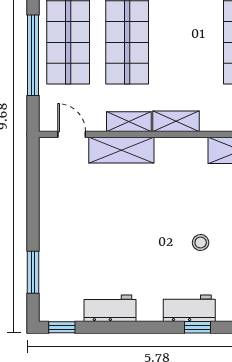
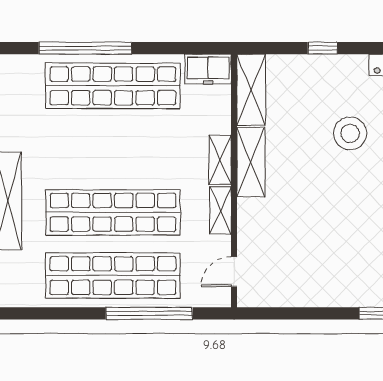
shelving: (121, 150) -> (251, 162), moved
stool: (201, 243) -> (350, 133), width x1.89, depth x1.89

